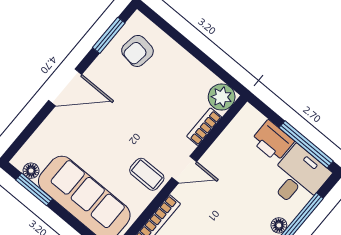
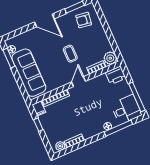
printer: (273, 141) -> (116, 75), moved, turned -90
door: (184, 170) -> (79, 82), swing flipped
coffee table: (147, 174) -> (70, 54), moved

